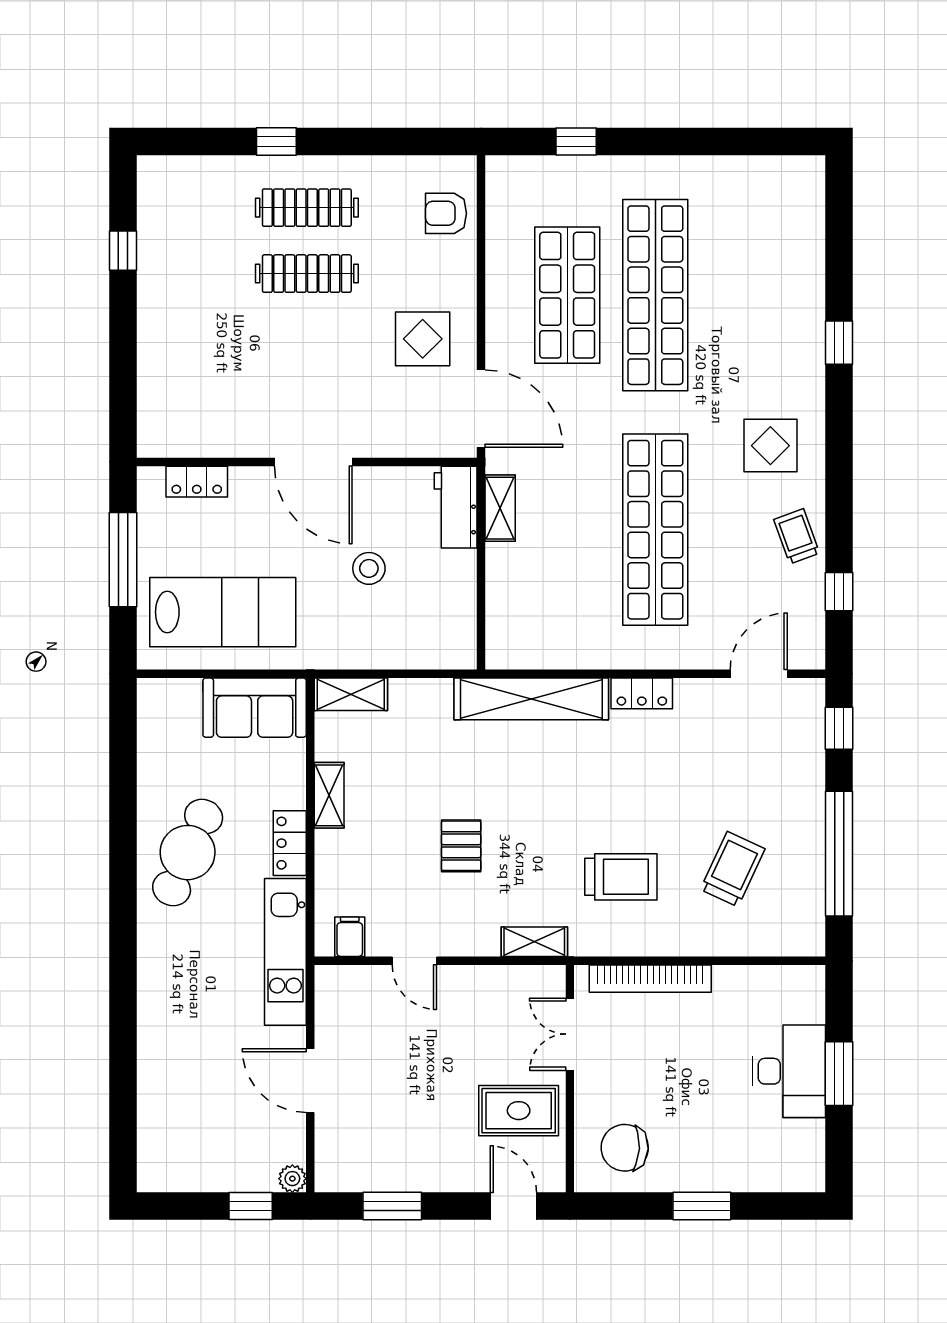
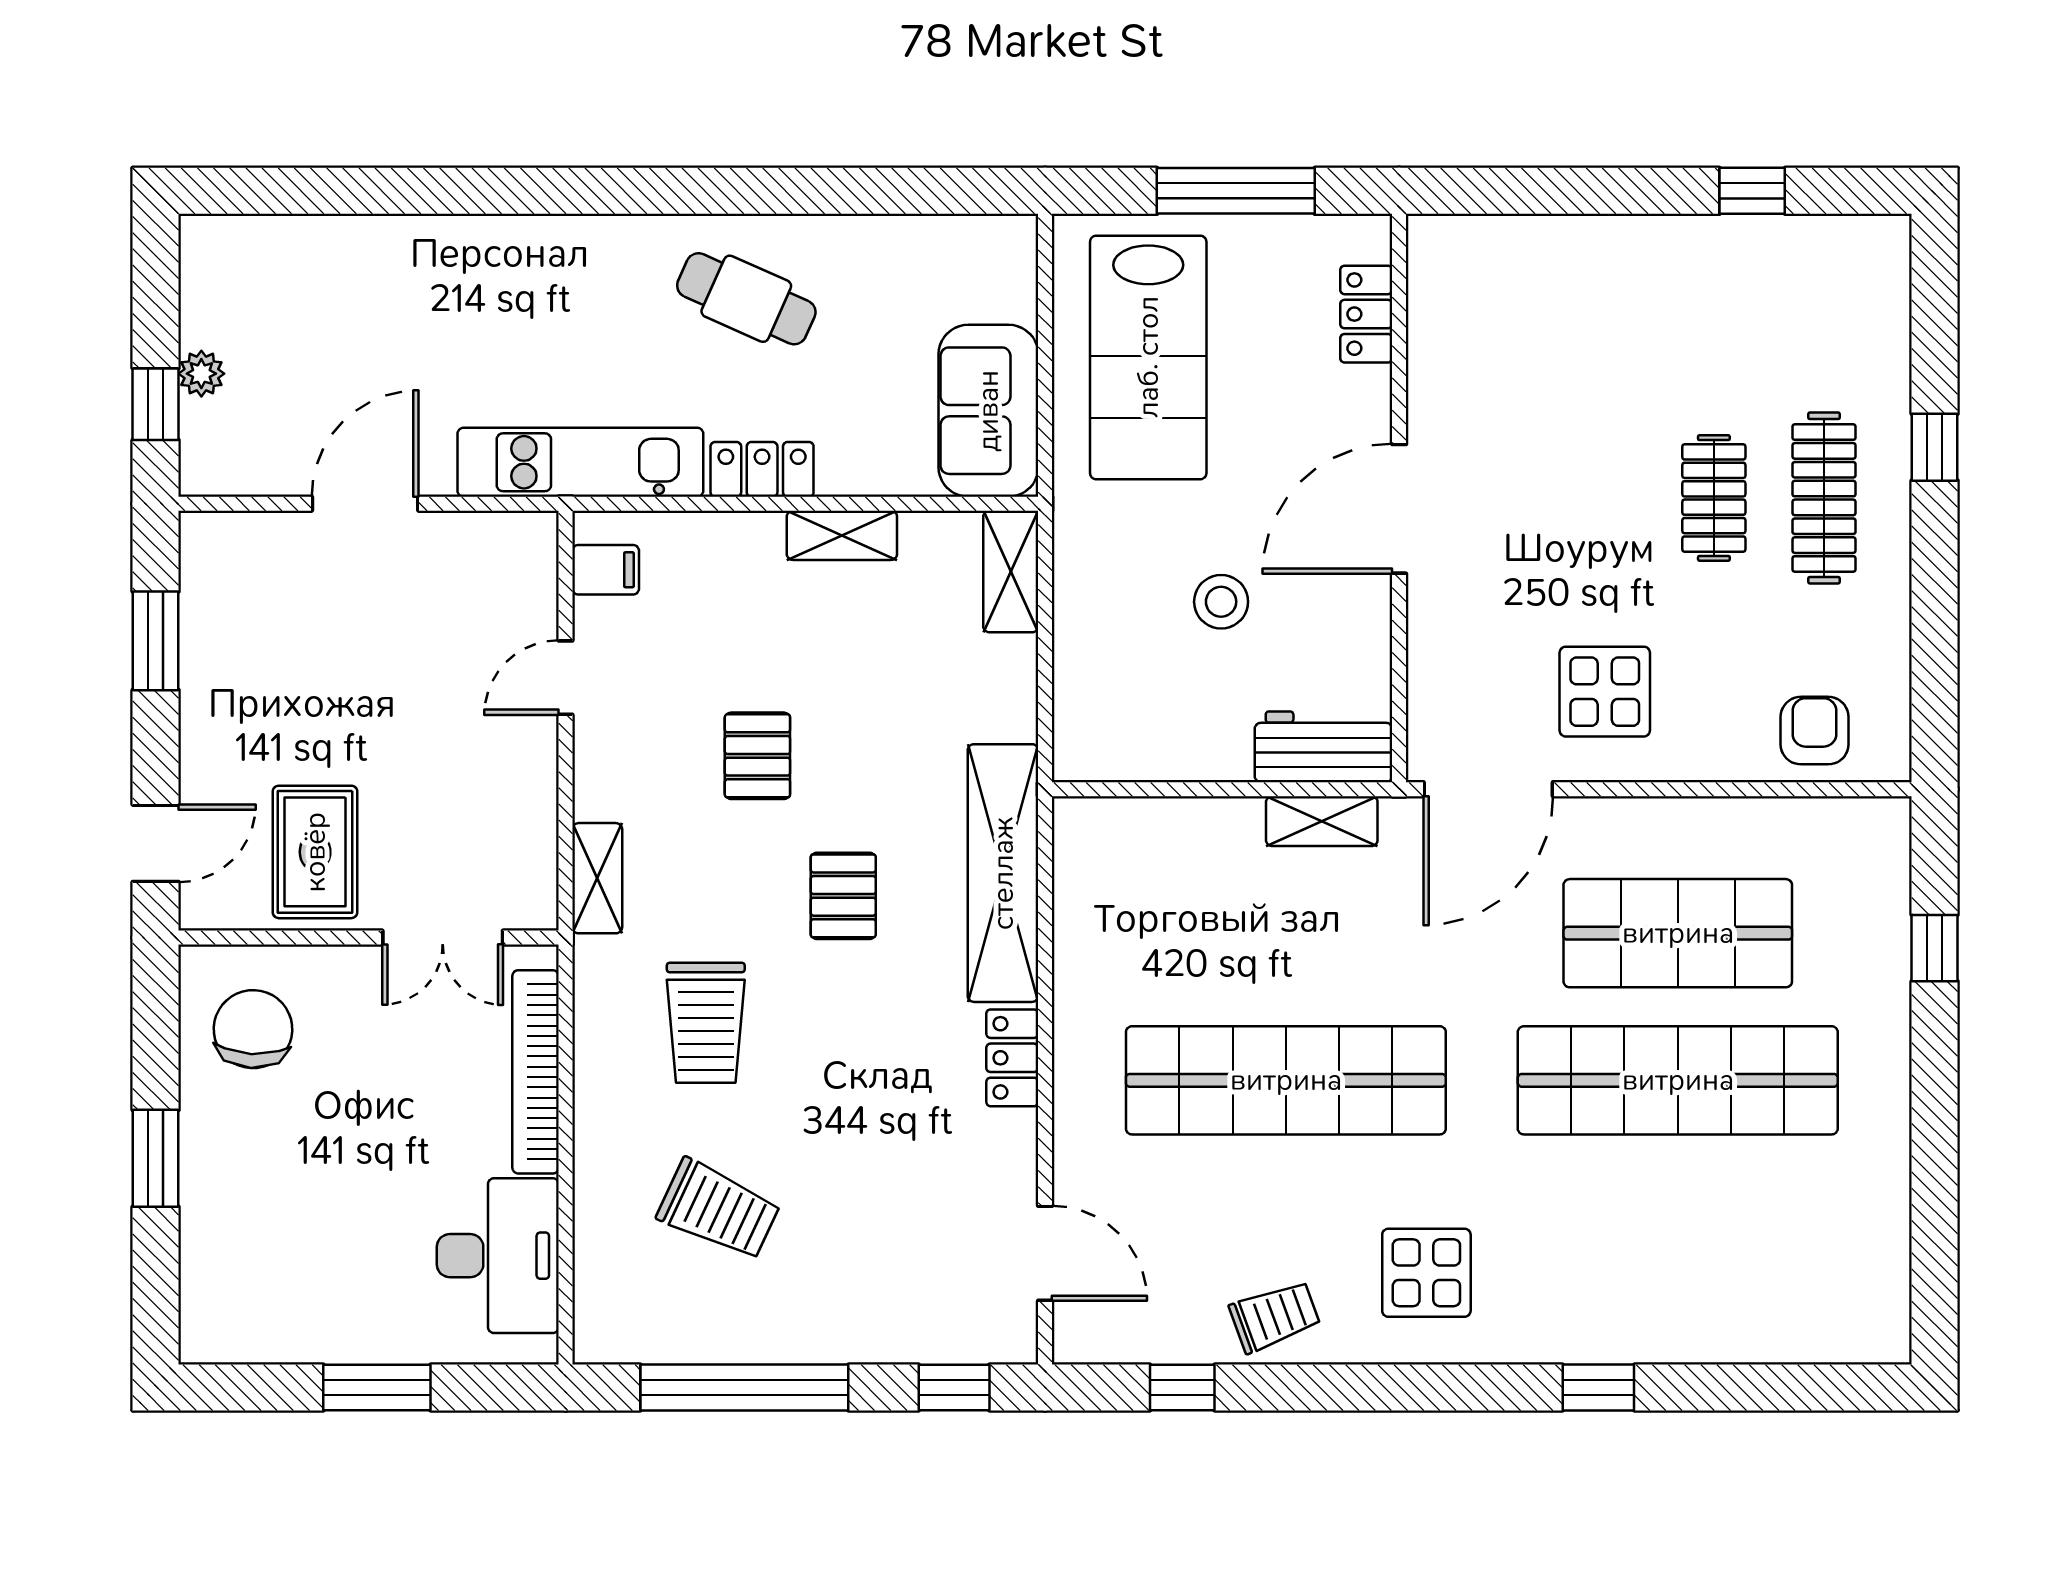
clothes rail: (307, 274) -> (1714, 498), width x0.73
pallet: (545, 795) -> (843, 896), added
pallet: (461, 846) -> (757, 756), turned 90
cafe table: (188, 853) -> (746, 299), width x0.73, depth x0.74
double door: (570, 1034) -> (443, 938), swing flipped
desk: (789, 1071) -> (498, 1256), moved, turned -90
plant: (292, 1179) -> (201, 374), moved

